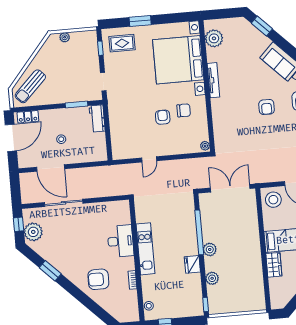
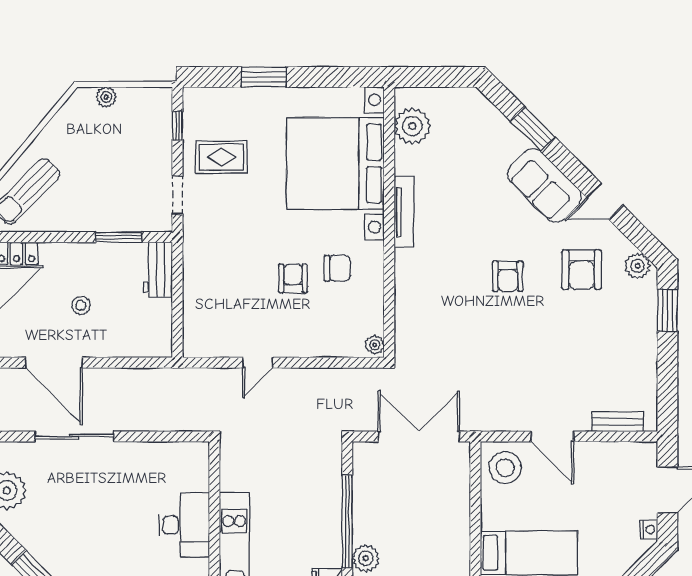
window: (262, 26) -> (533, 129), moved
rug: (122, 43) -> (221, 157), moved

